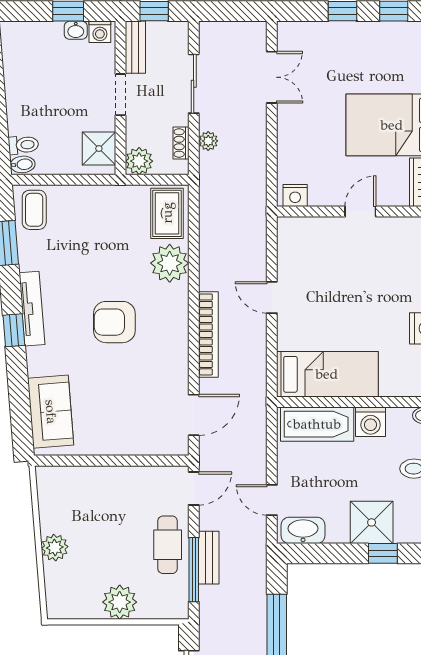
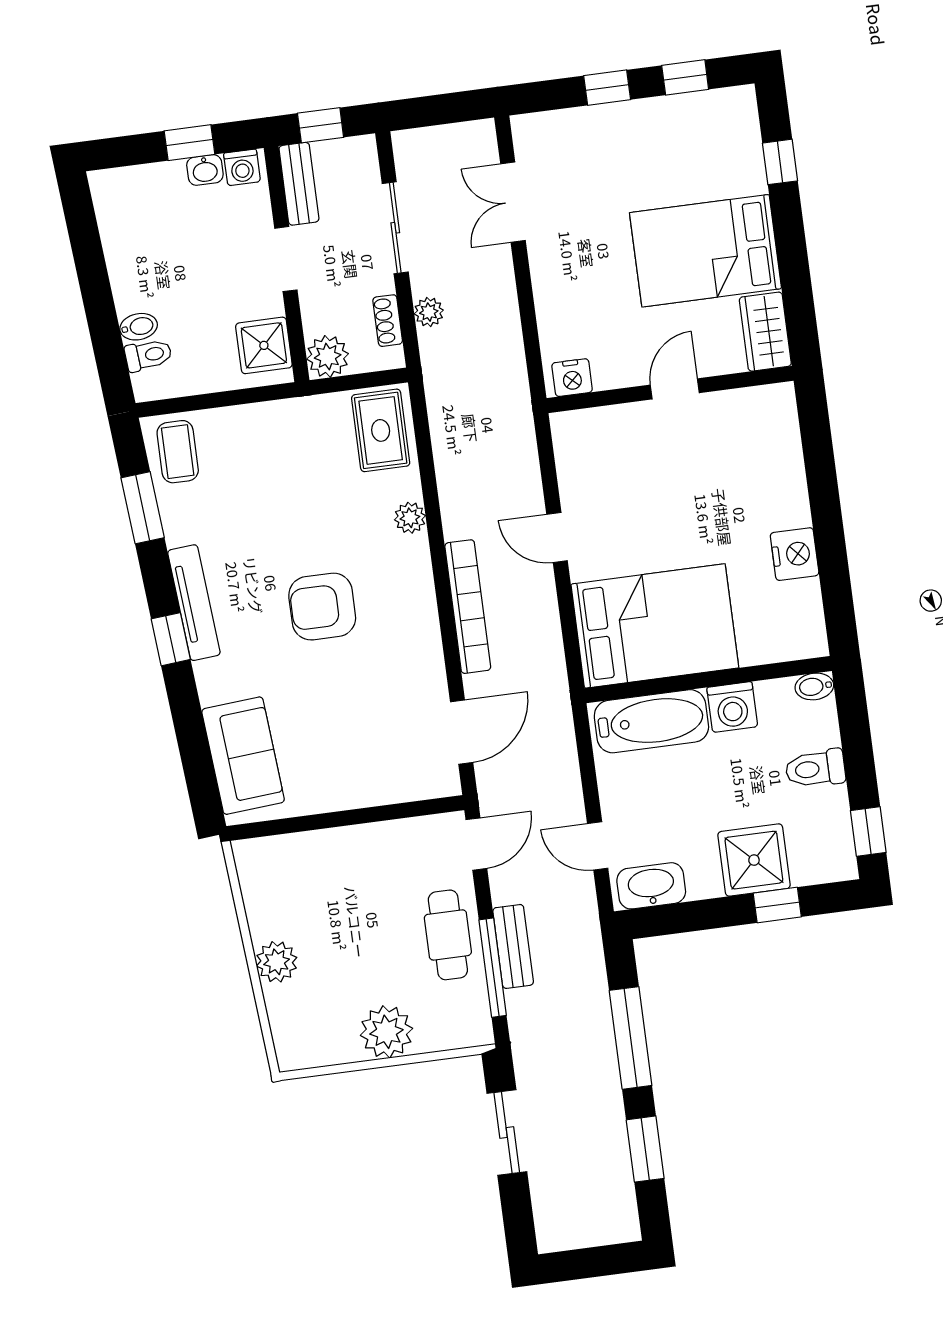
double door: (272, 77) -> (513, 202), swing flipped
bidet: (23, 164) -> (139, 327), moved
plant: (170, 263) -> (410, 518), width x0.53, depth x0.53
bed: (327, 374) -> (655, 626), width x1.50

